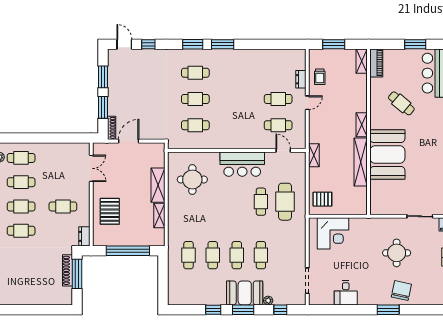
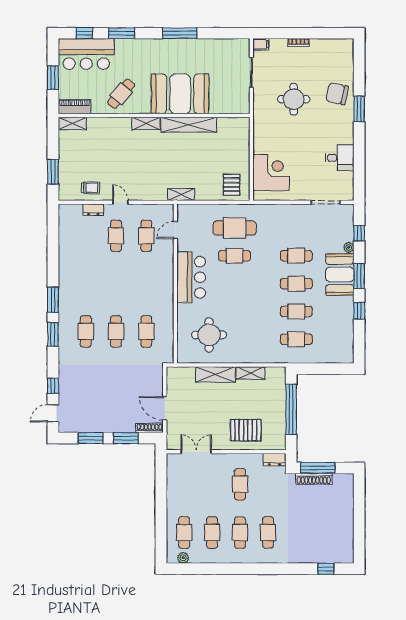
shelving: (362, 61) -> (72, 124), moved
piano: (376, 63) -> (75, 107), moved
shelving: (362, 125) -> (146, 123), moved
wall: (369, 132) -> (154, 116), moved
booth: (387, 154) -> (180, 94), moved
shelving: (361, 162) -> (189, 125), moved

